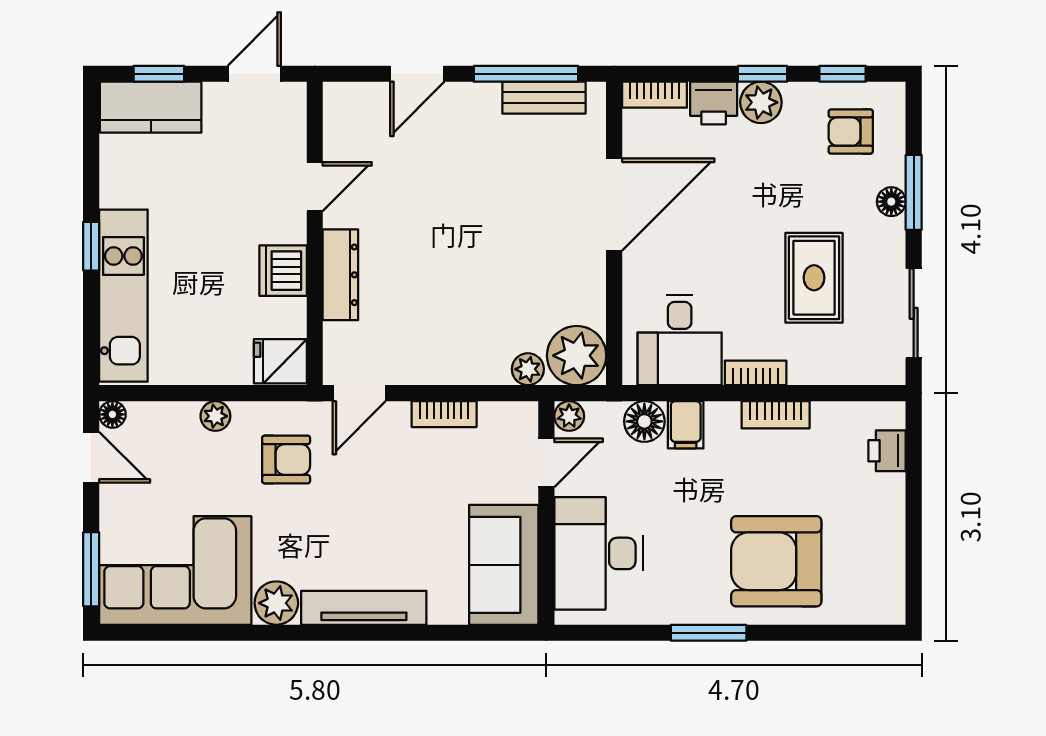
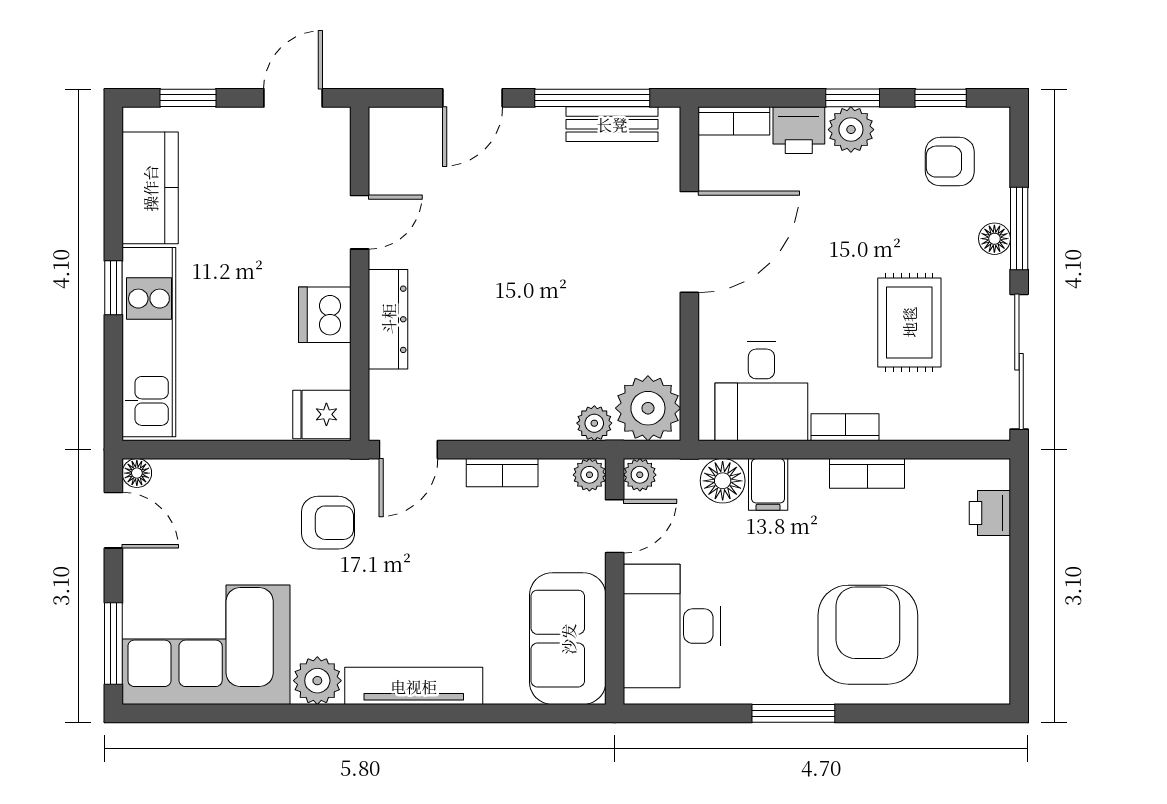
kitchen counter: (151, 107) -> (150, 188), moved, turned -90
sliding door: (914, 313) -> (1019, 362), width x1.37
plant: (215, 416) -> (589, 475), moved
armchair: (776, 561) -> (868, 635), turned 90

